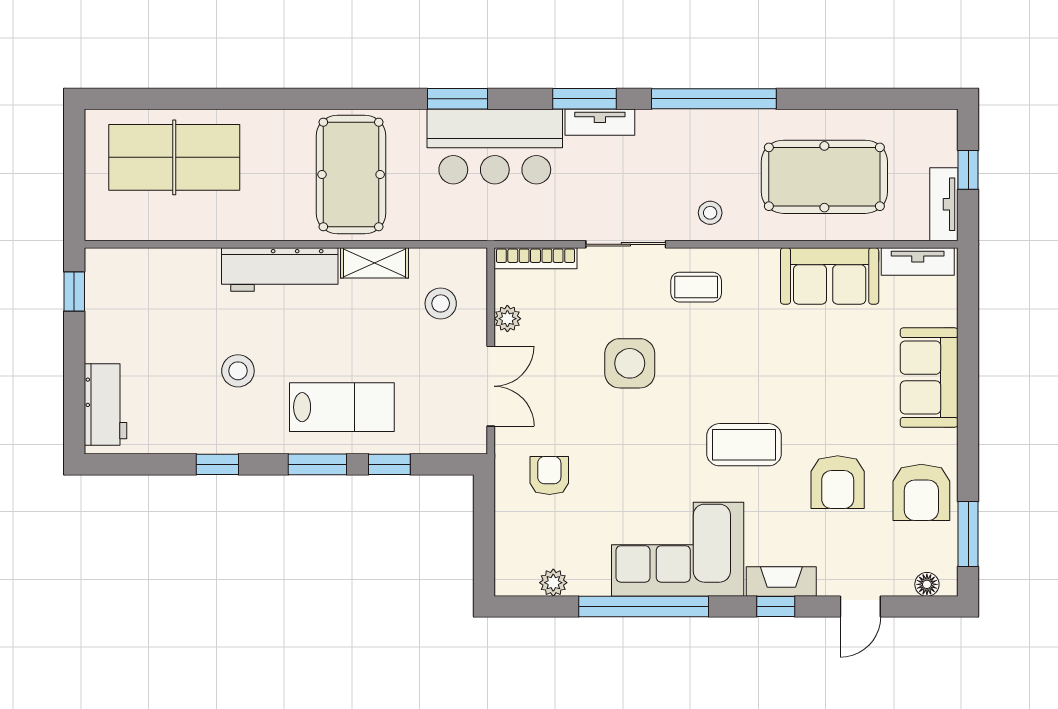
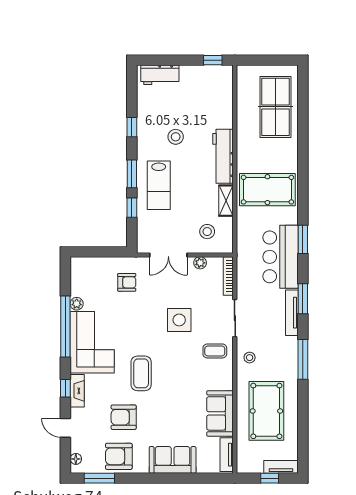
window: (714, 99) -> (303, 359), width x0.68
tv unit: (600, 122) -> (292, 313), width x1.41
tv unit: (944, 204) -> (281, 467), moved
coffee table: (696, 287) -> (215, 351), turned 90
plant: (553, 583) -> (77, 304), moved

